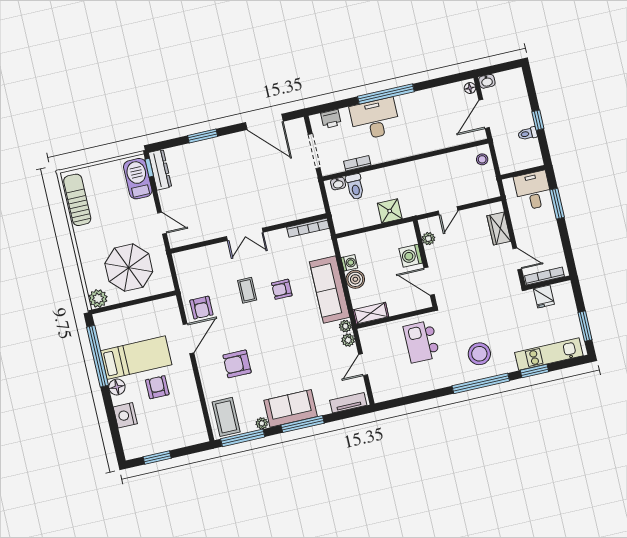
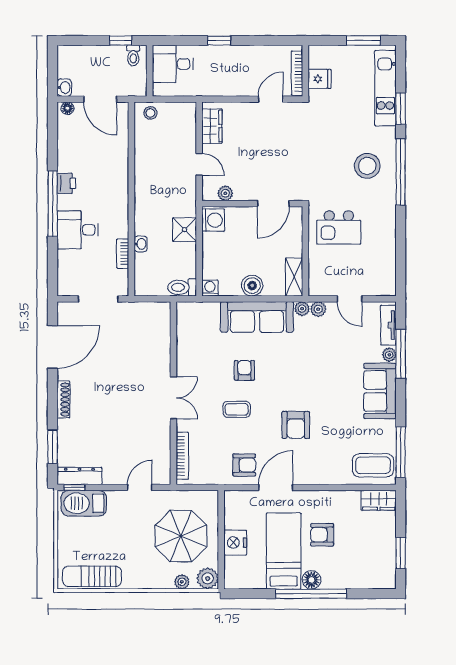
printer: (331, 119) -> (66, 183), moved
desk: (375, 119) -> (78, 230), width x0.73
window: (203, 136) -> (53, 447), moved
shoe rack: (222, 141) -> (63, 400), added
wall: (523, 172) -> (150, 71), moved
washbasin: (338, 184) -> (141, 244), moved
toilet: (355, 187) -> (182, 287), moved, turned 180
desk: (533, 191) -> (173, 64), moved
window: (557, 204) -> (219, 40), width x0.67
bookcase: (308, 228) -> (182, 456), moved
wardrobe: (499, 228) -> (212, 126), moved, turned -90
washing machine: (411, 256) -> (213, 220), moved, turned -90
washing machine: (349, 263) -> (210, 288), moved
plant: (90, 277) -> (182, 582), added
armchair: (282, 289) -> (244, 370), turned 180
door: (188, 339) -> (276, 487), hinge flipped
window: (98, 356) -> (311, 594), moved
armchair: (237, 364) -> (296, 425), moved
nightstand: (125, 415) -> (235, 543), moved, turned 90
plant: (262, 423) -> (389, 355), moved
window: (303, 424) -> (401, 354), moved
wardrobe: (198, 429) -> (379, 500), added

